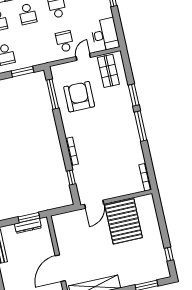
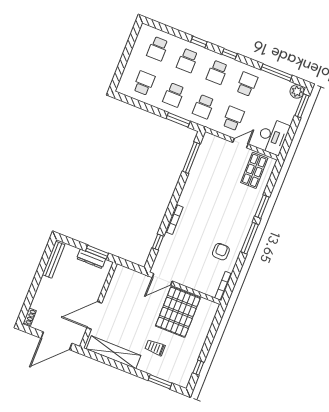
school desk: (35, 48) -> (204, 107), added
armchair: (79, 97) -> (221, 252), moved, width x0.53, depth x0.53
trolley: (125, 261) -> (155, 348), added

